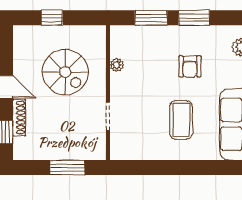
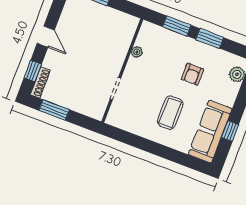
spiral stairs: (65, 72) -> (96, 42), removed
shoe rack: (19, 118) -> (40, 82), moved
window: (67, 168) -> (54, 110), moved

